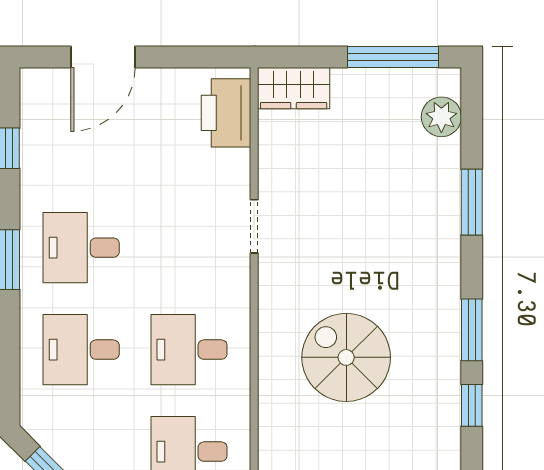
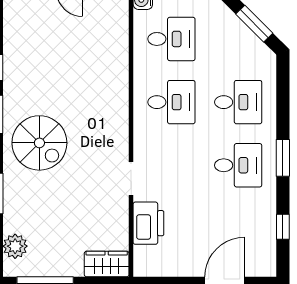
printer: (226, 113) -> (148, 223), moved
spiral stairs: (346, 357) -> (39, 143), moved

